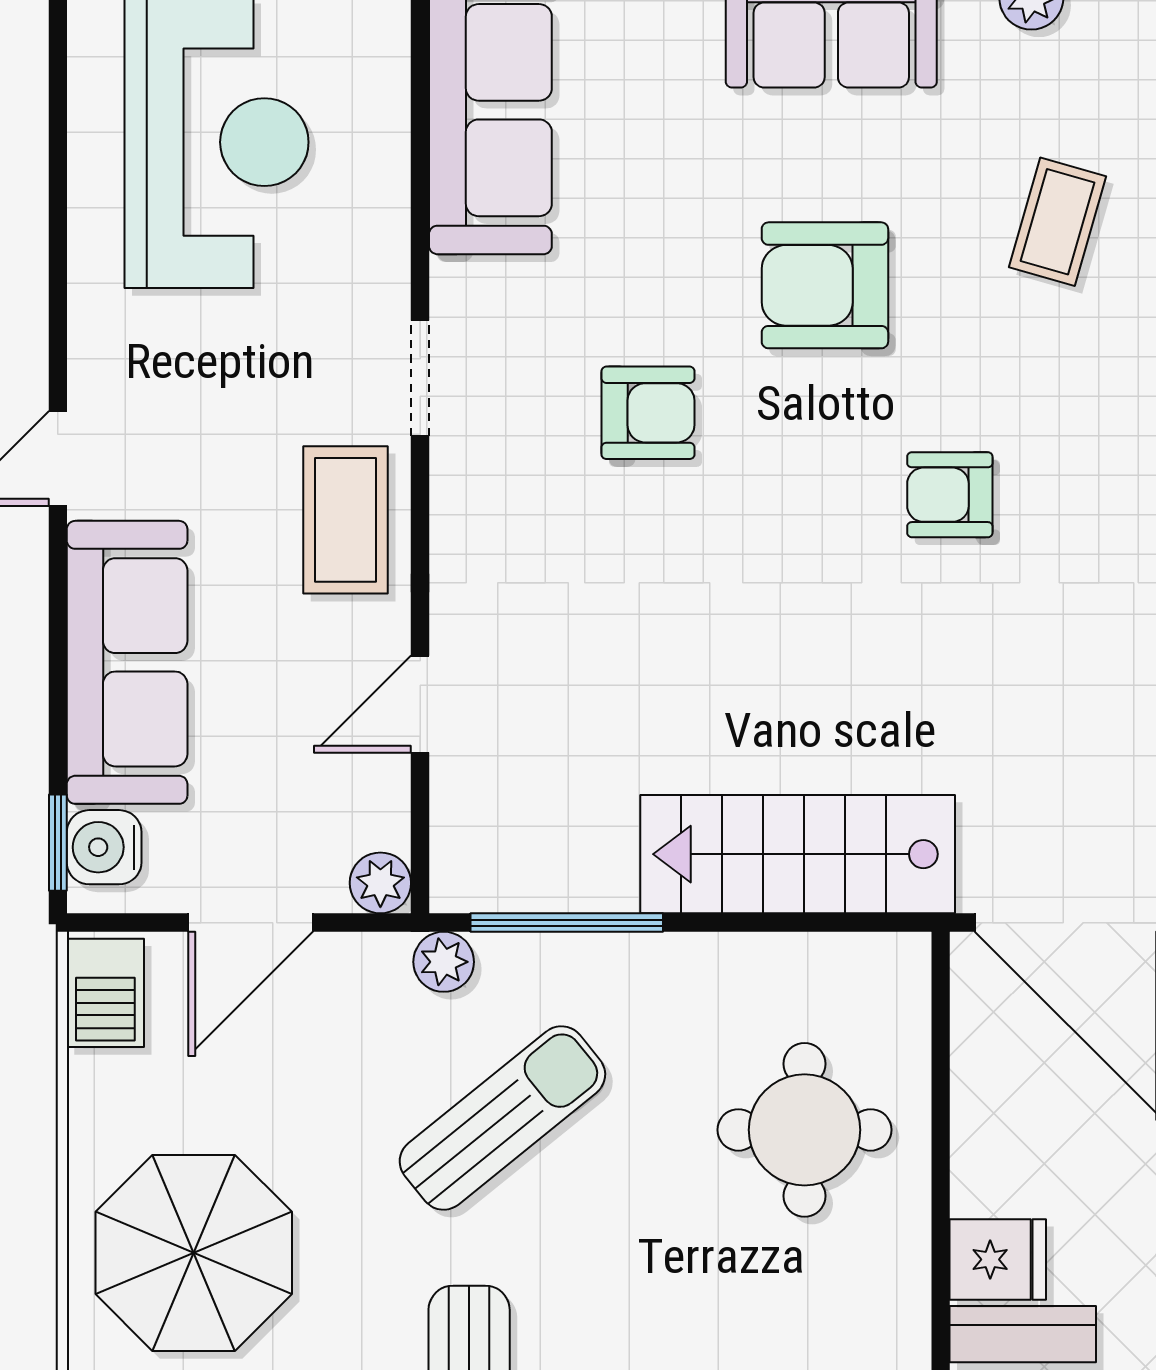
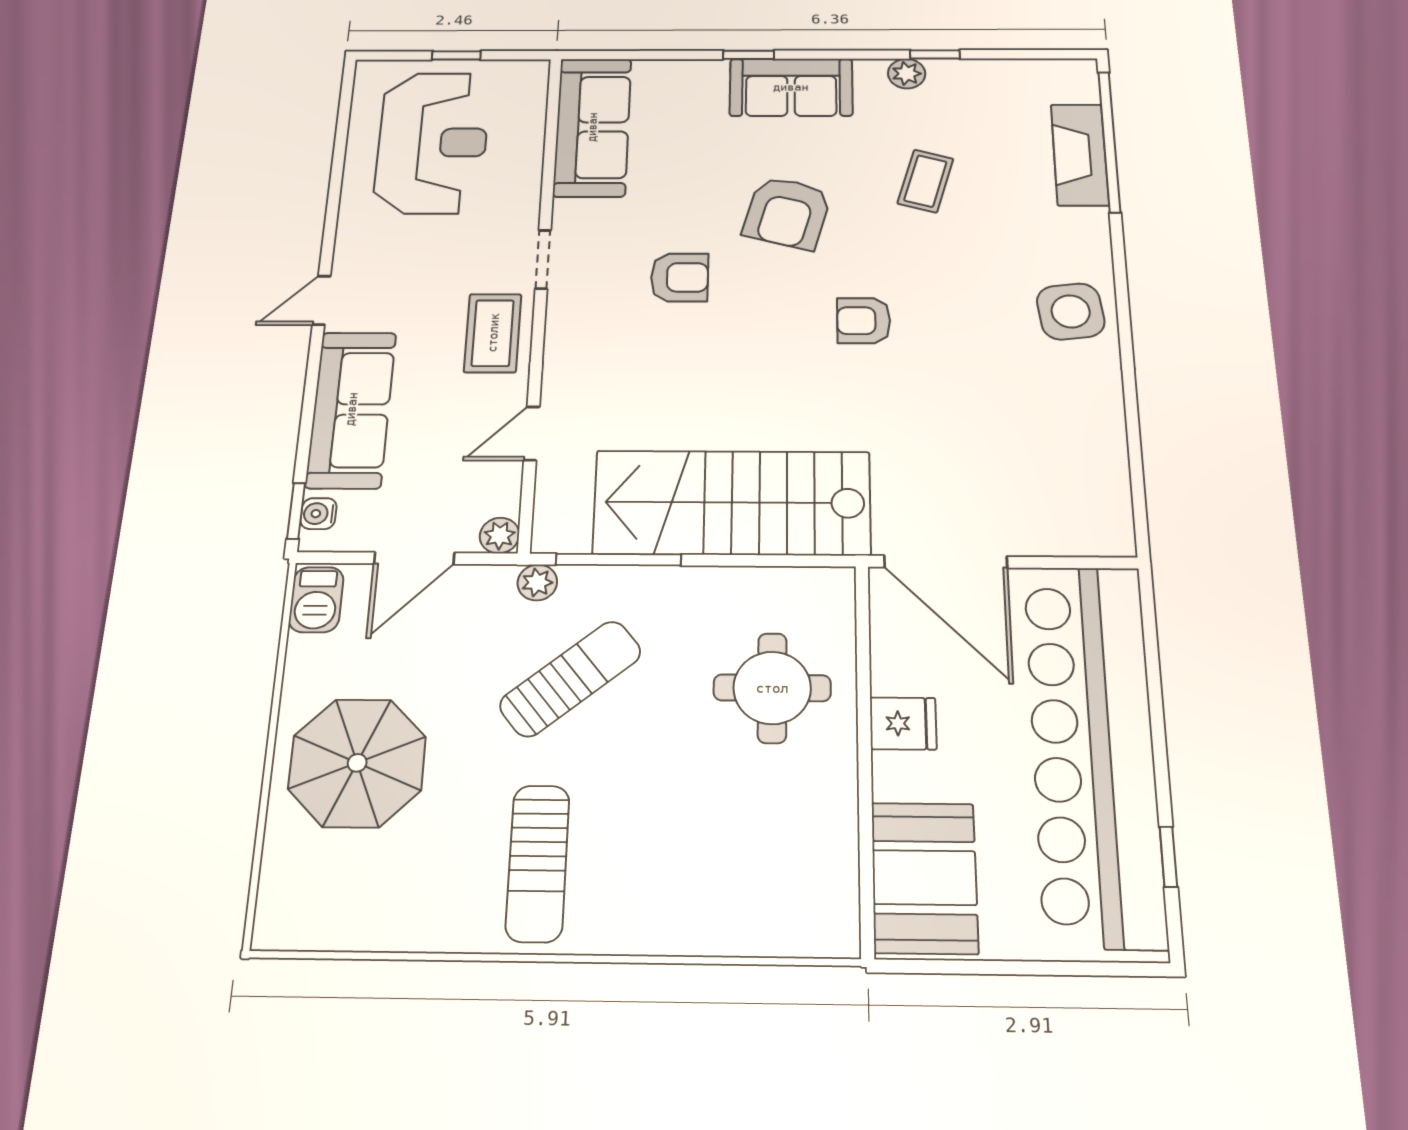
armchair: (825, 285) -> (787, 213), turned -75
water cooler: (104, 847) -> (319, 514), width x0.72, depth x0.72
stairs: (798, 854) -> (732, 503), width x1.36, depth x1.51
fridge: (998, 1259) -> (903, 723), moved

